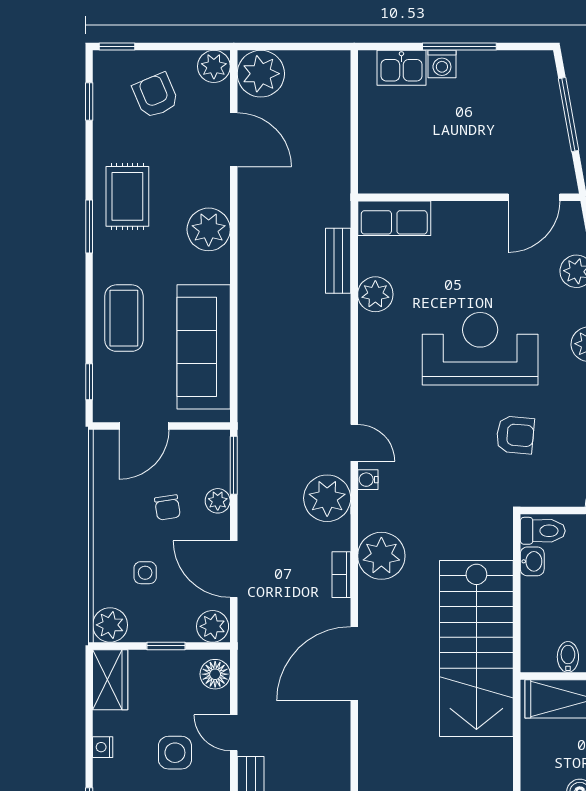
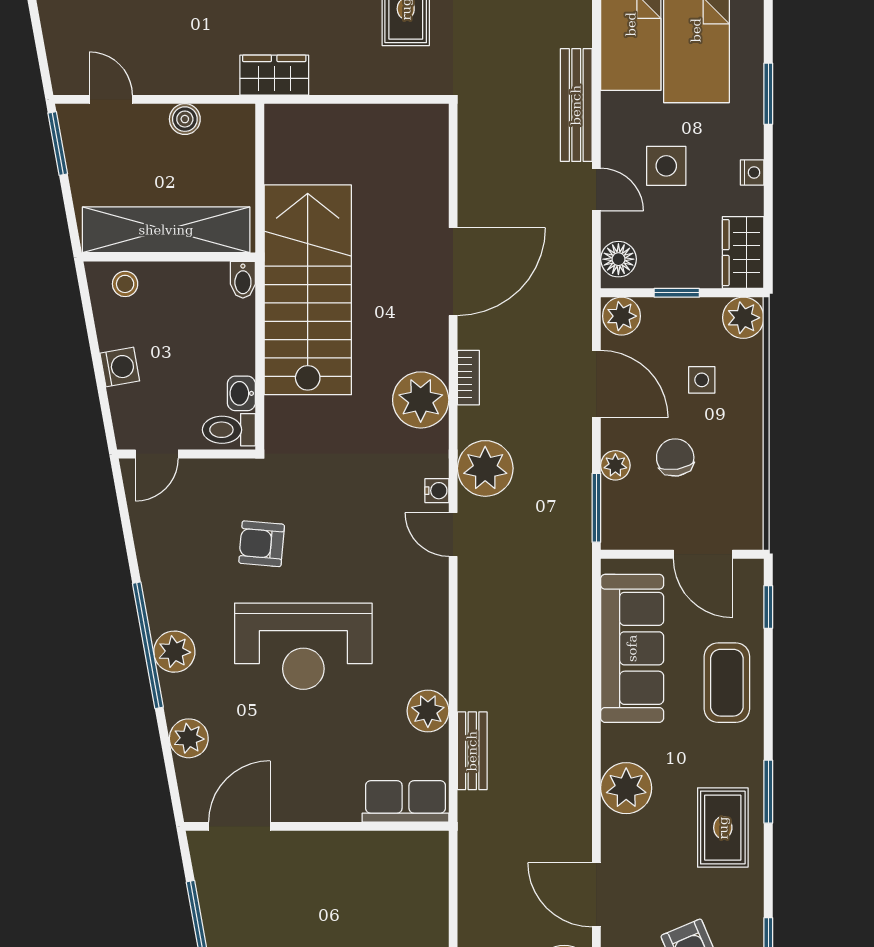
door: (144, 426) -> (703, 554), swing flipped
chair: (167, 507) -> (675, 457), width x1.37, depth x1.37
bidet: (568, 657) -> (243, 280), moved

